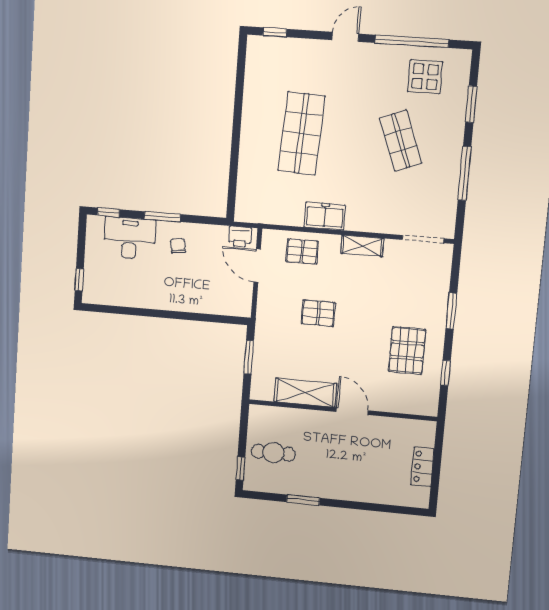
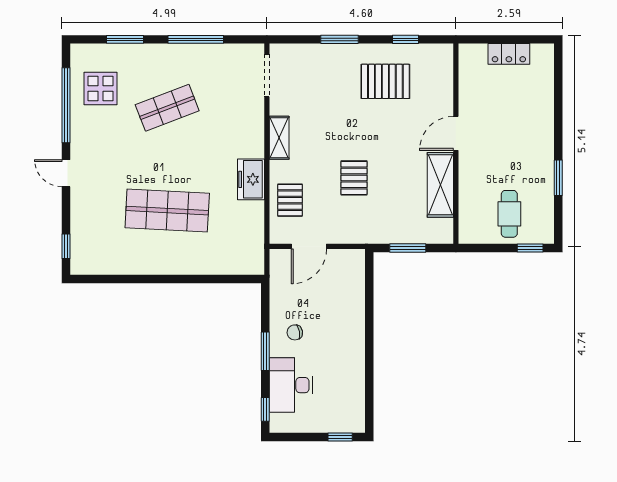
printer: (240, 237) -> (280, 267), removed

